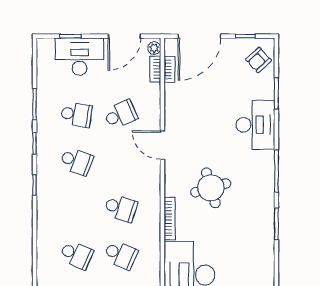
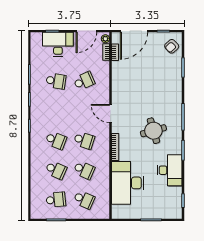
desk: (255, 125) -> (170, 170), moved
door: (162, 145) -> (111, 114), moved
school desk: (76, 161) -> (56, 140), moved
round table: (211, 188) -> (153, 131), moved

